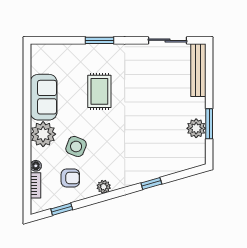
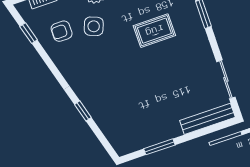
plant: (196, 128) -> (151, 136), removed
armchair: (70, 178) -> (62, 31), turned 90
plant: (104, 187) -> (64, 66), removed

